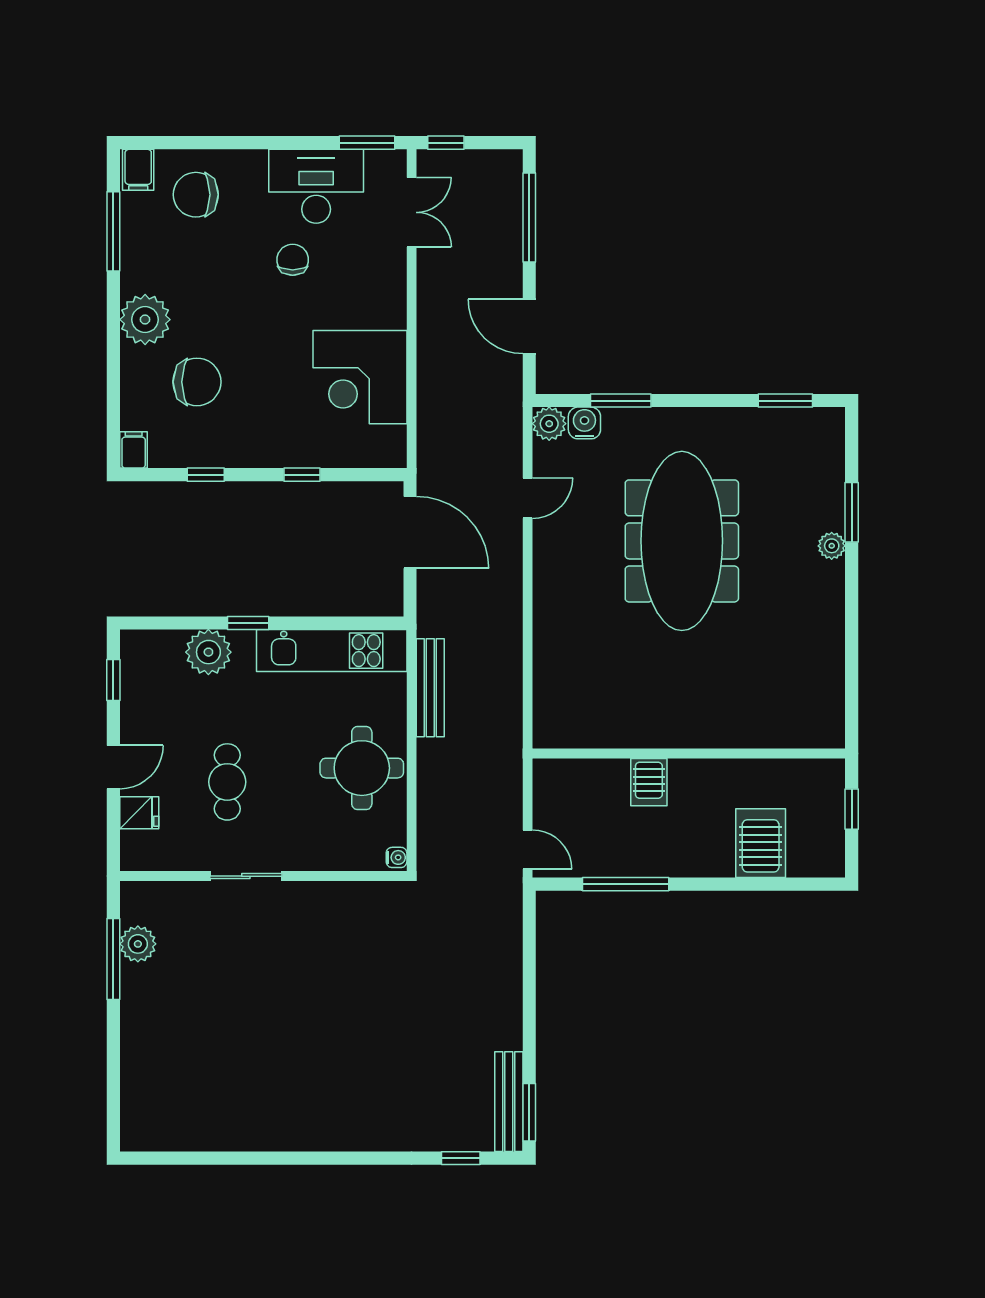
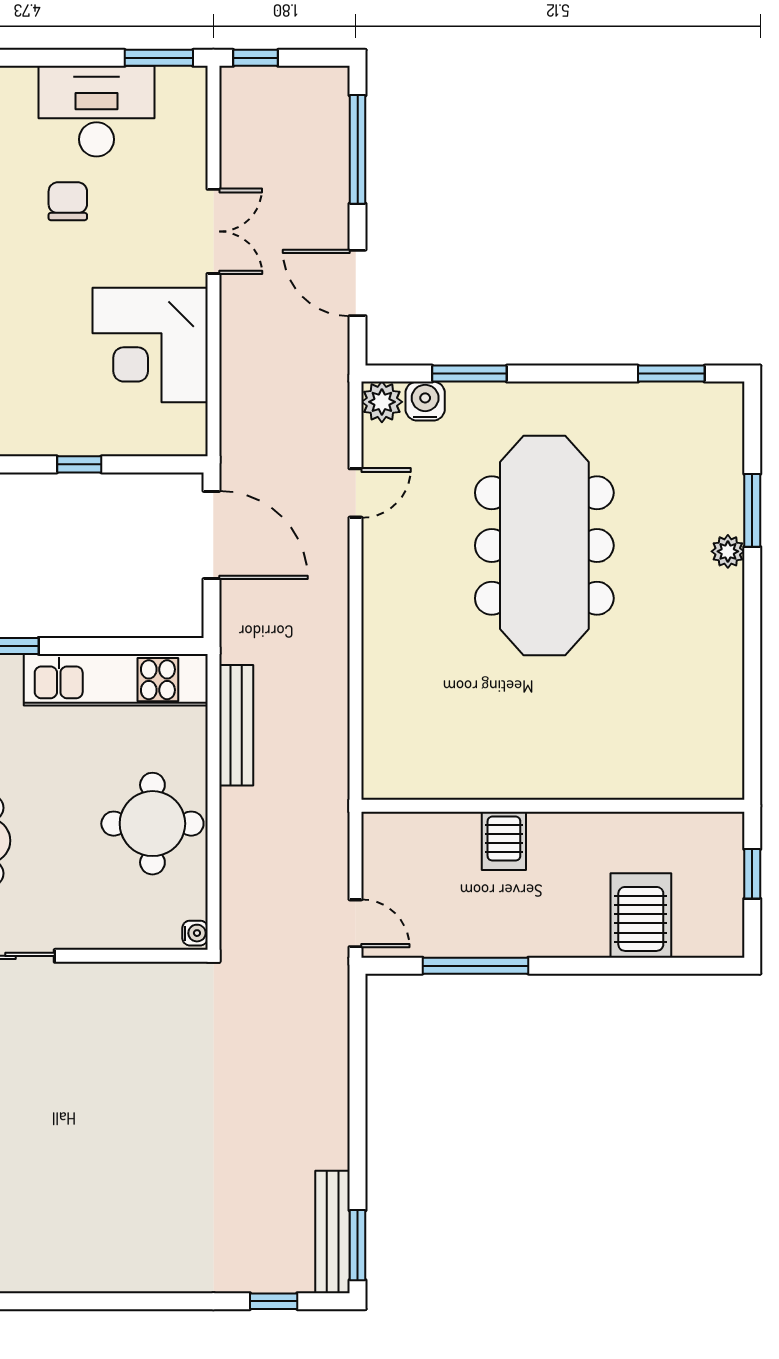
double door: (412, 212) -> (213, 231), moved

